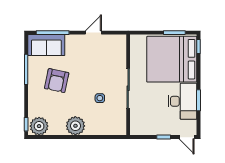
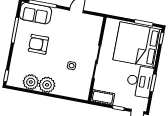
armchair: (57, 81) -> (38, 44), turned 78
plant: (39, 126) -> (31, 82), moved
cot: (143, 128) -> (103, 97), added

